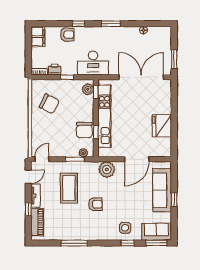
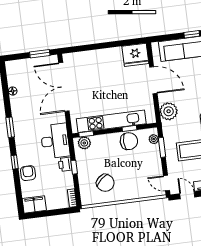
printer: (55, 69) -> (65, 164), moved
chair: (49, 104) -> (105, 183), turned 112
fridge: (162, 126) -> (135, 55), moved

